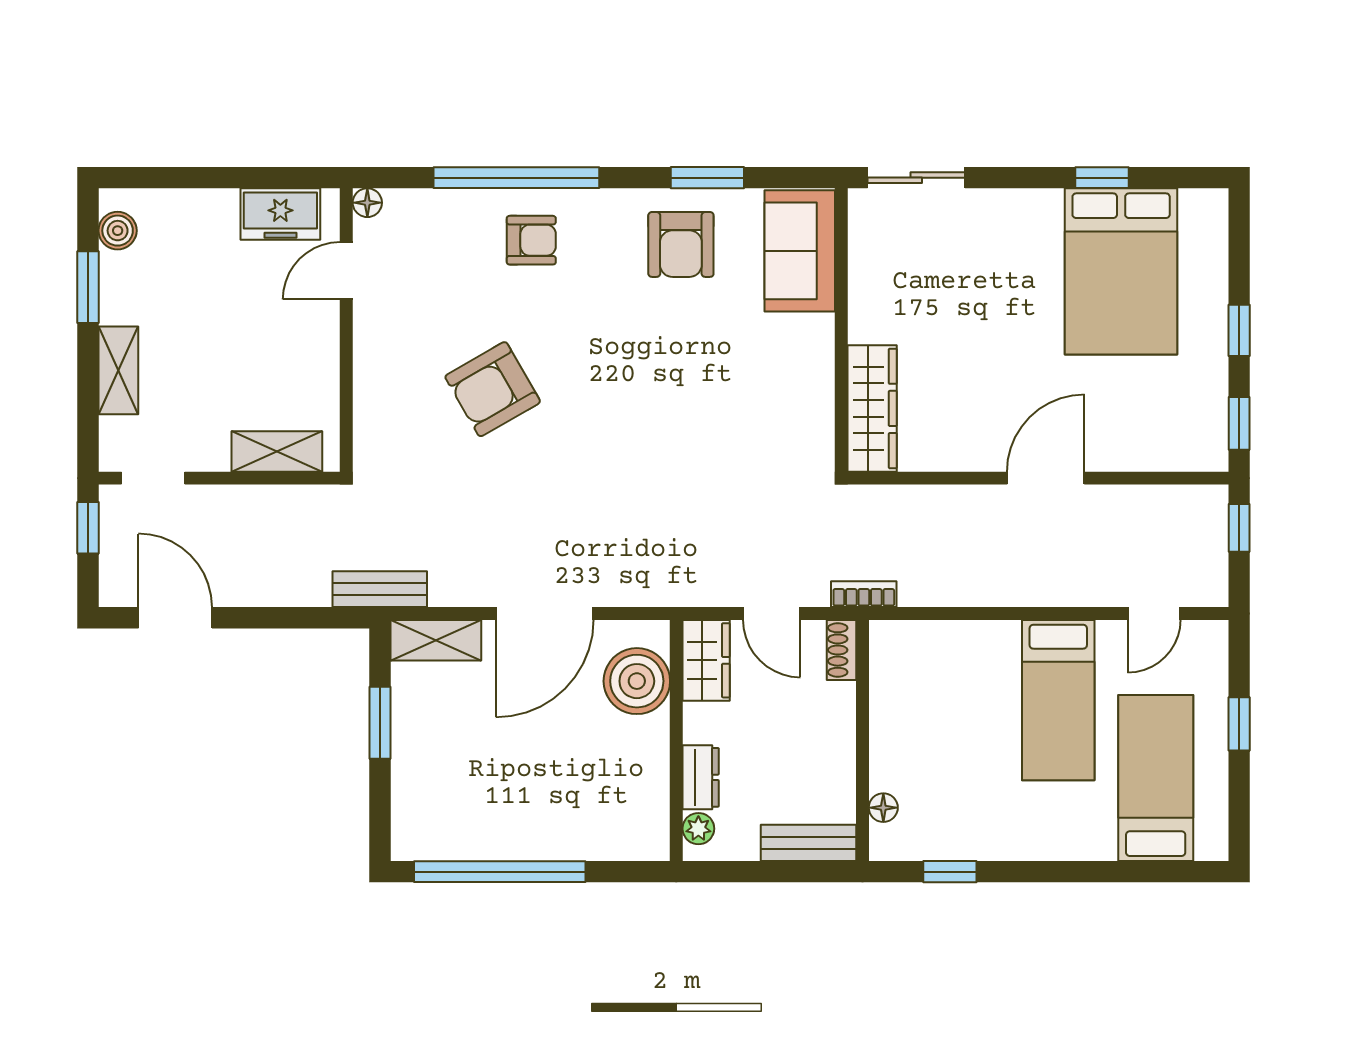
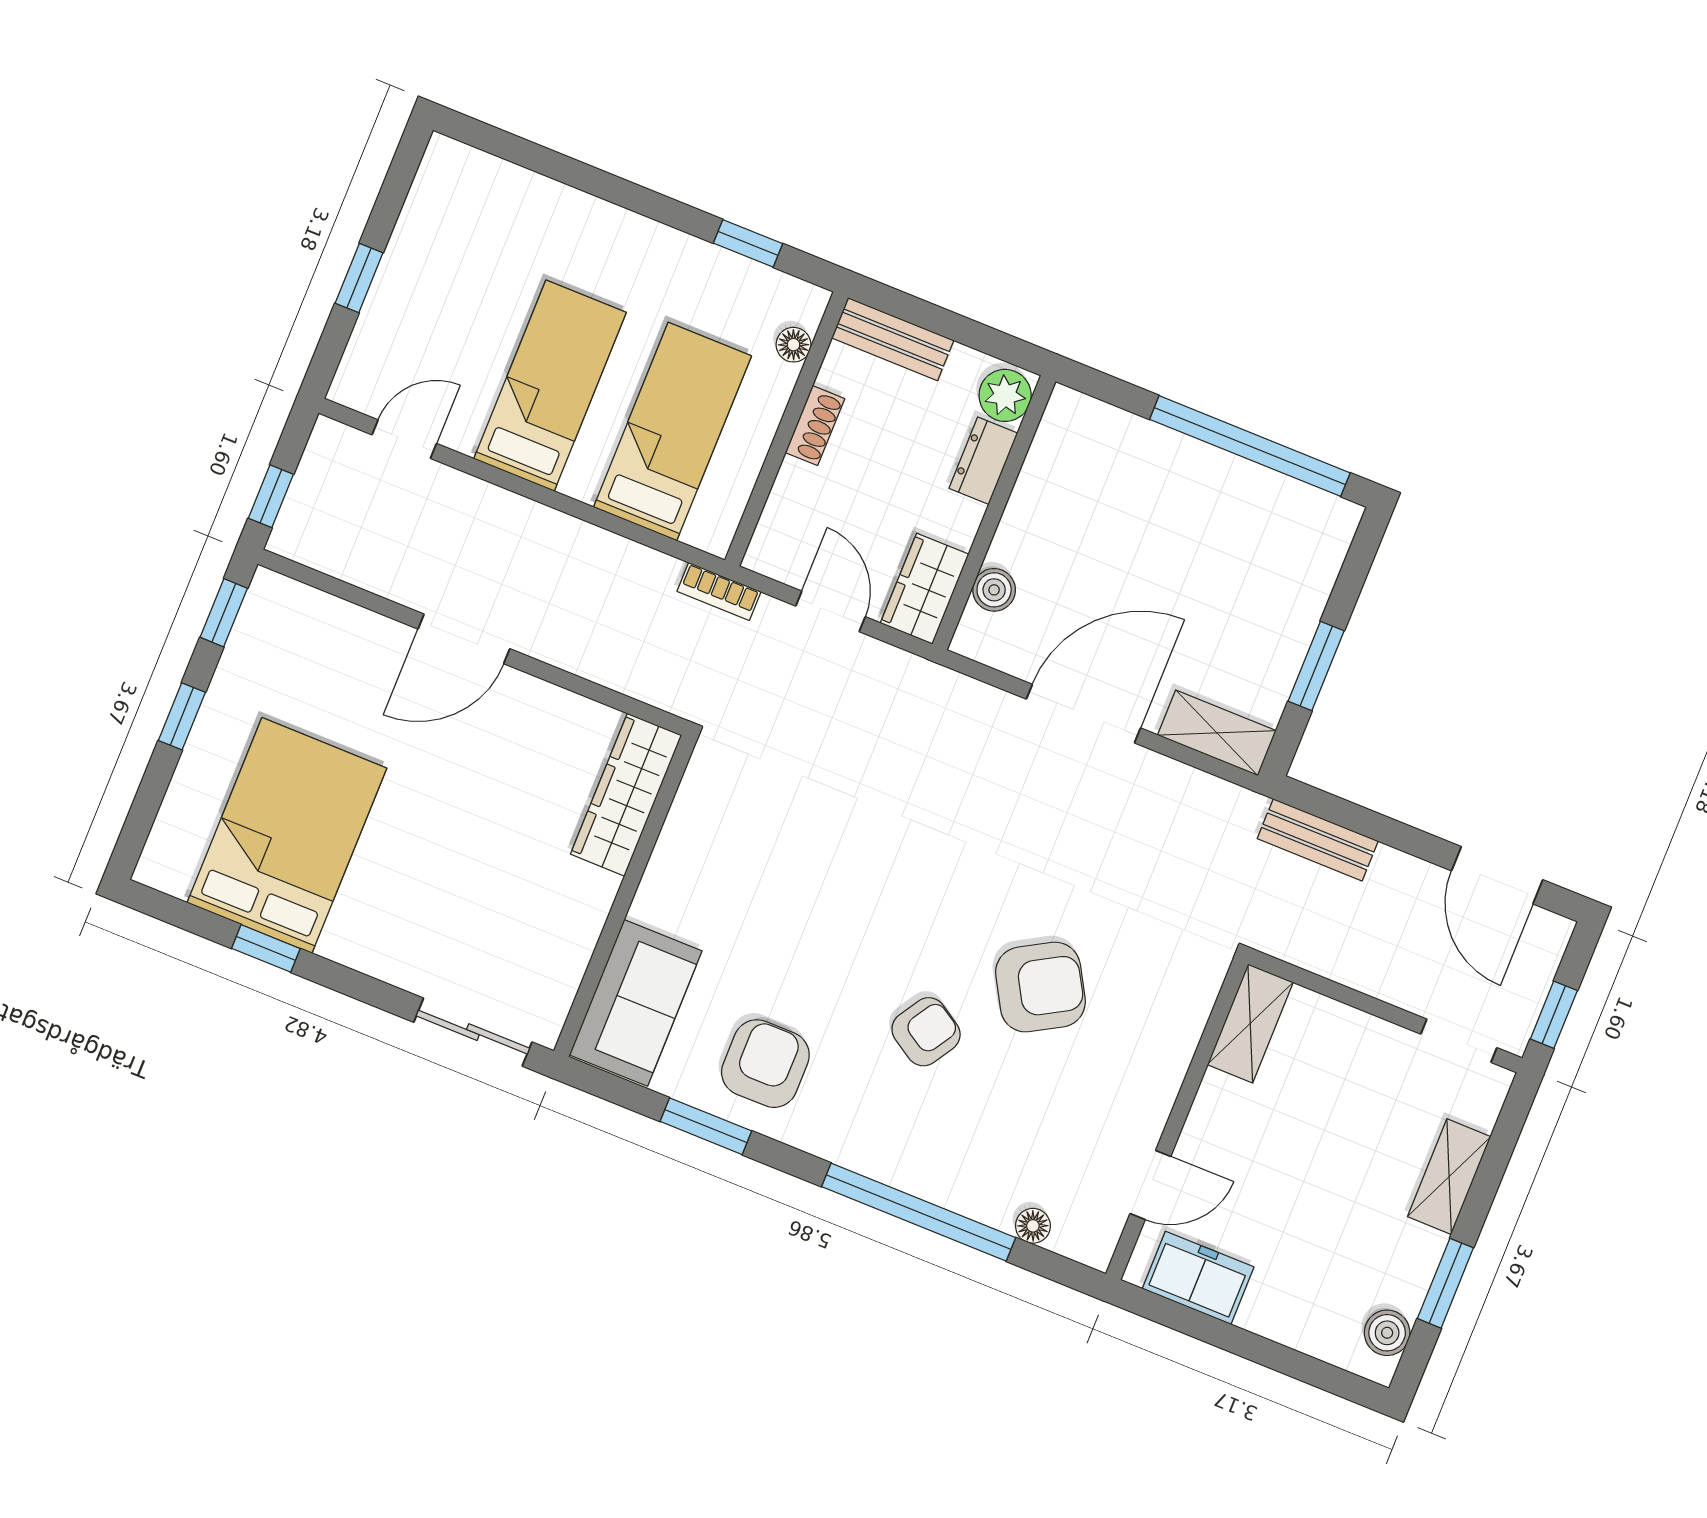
floor lamp: (367, 203) -> (1033, 1226), moved
armchair: (531, 240) -> (926, 1032), moved, turned 122
shelving: (277, 451) -> (1250, 1023), moved, turned 90
bench: (380, 589) -> (1318, 840), moved
shoe rack: (842, 650) -> (815, 426), moved
boiler: (637, 681) -> (994, 590), width x0.54, depth x0.54
bed: (1156, 778) -> (672, 432), moved, turned 180
plant: (698, 829) -> (1005, 395), width x1.38, depth x1.38

